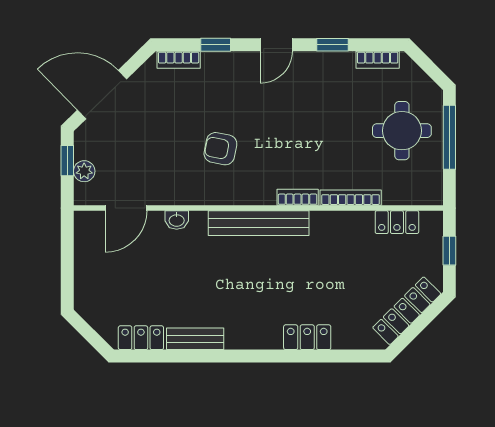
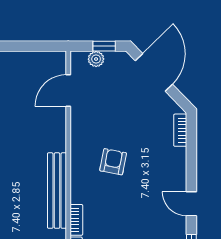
window: (216, 45) -> (191, 158), removed
door: (126, 208) -> (68, 90), hinge flipped
washbasin: (177, 220) -> (59, 129), removed

